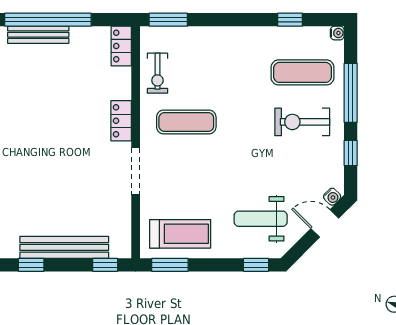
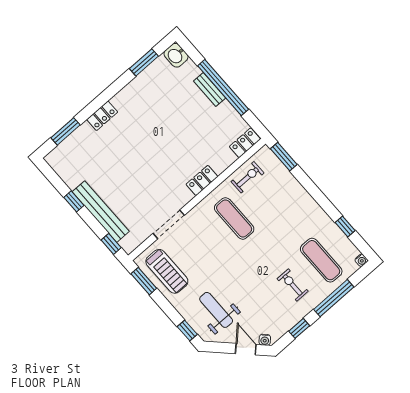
bench: (38, 35) -> (210, 89), width x0.73
exercise bike: (157, 73) -> (248, 177), turned 180
exercise bike: (302, 122) -> (293, 285), width x0.73, depth x0.72
doorway: (136, 171) -> (169, 224), moved

